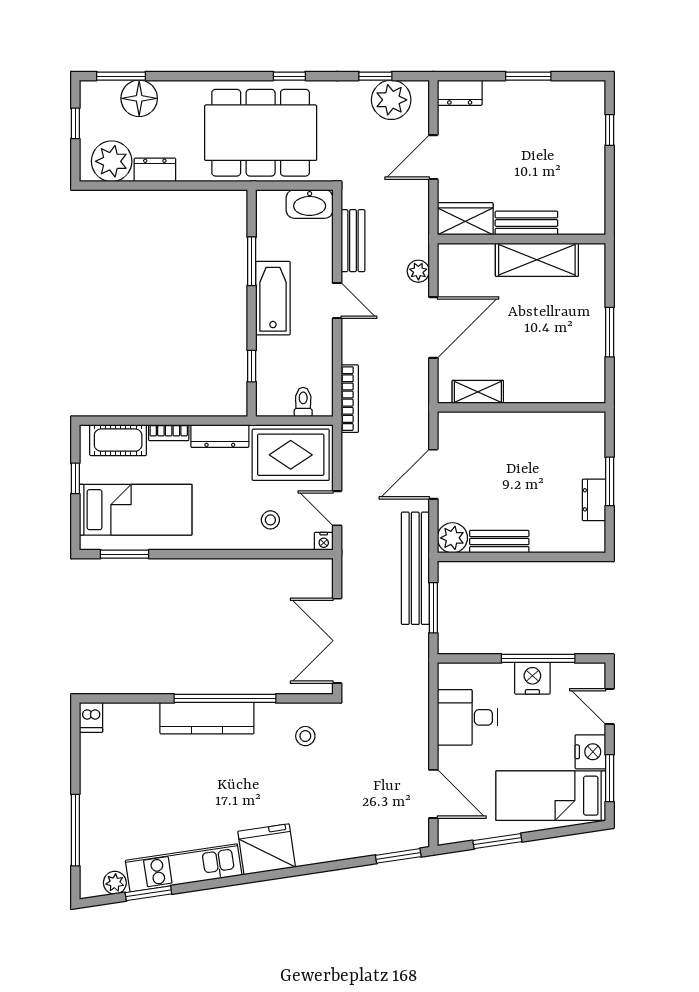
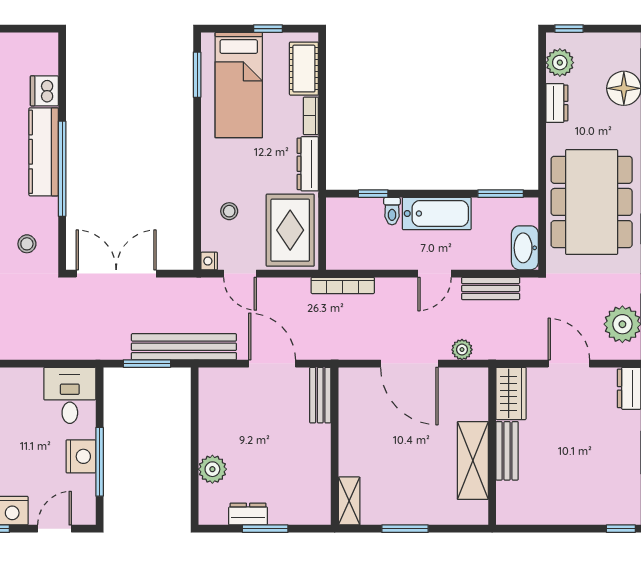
window: (75, 123) -> (569, 29), moved
window: (610, 130) -> (621, 529), moved
plant: (112, 161) -> (560, 63), width x0.73, depth x0.73
window: (252, 261) -> (501, 194), moved
shelving: (478, 392) -> (349, 501), moved
toilet: (303, 402) -> (392, 211), moved, turned 90
door: (337, 508) -> (240, 274), swing flipped
plant: (452, 538) -> (212, 469), moved
bench: (499, 542) -> (320, 395), moved
dishwasher: (91, 717) -> (44, 91), moved, width x1.38
desk: (467, 717) -> (70, 395), moved

